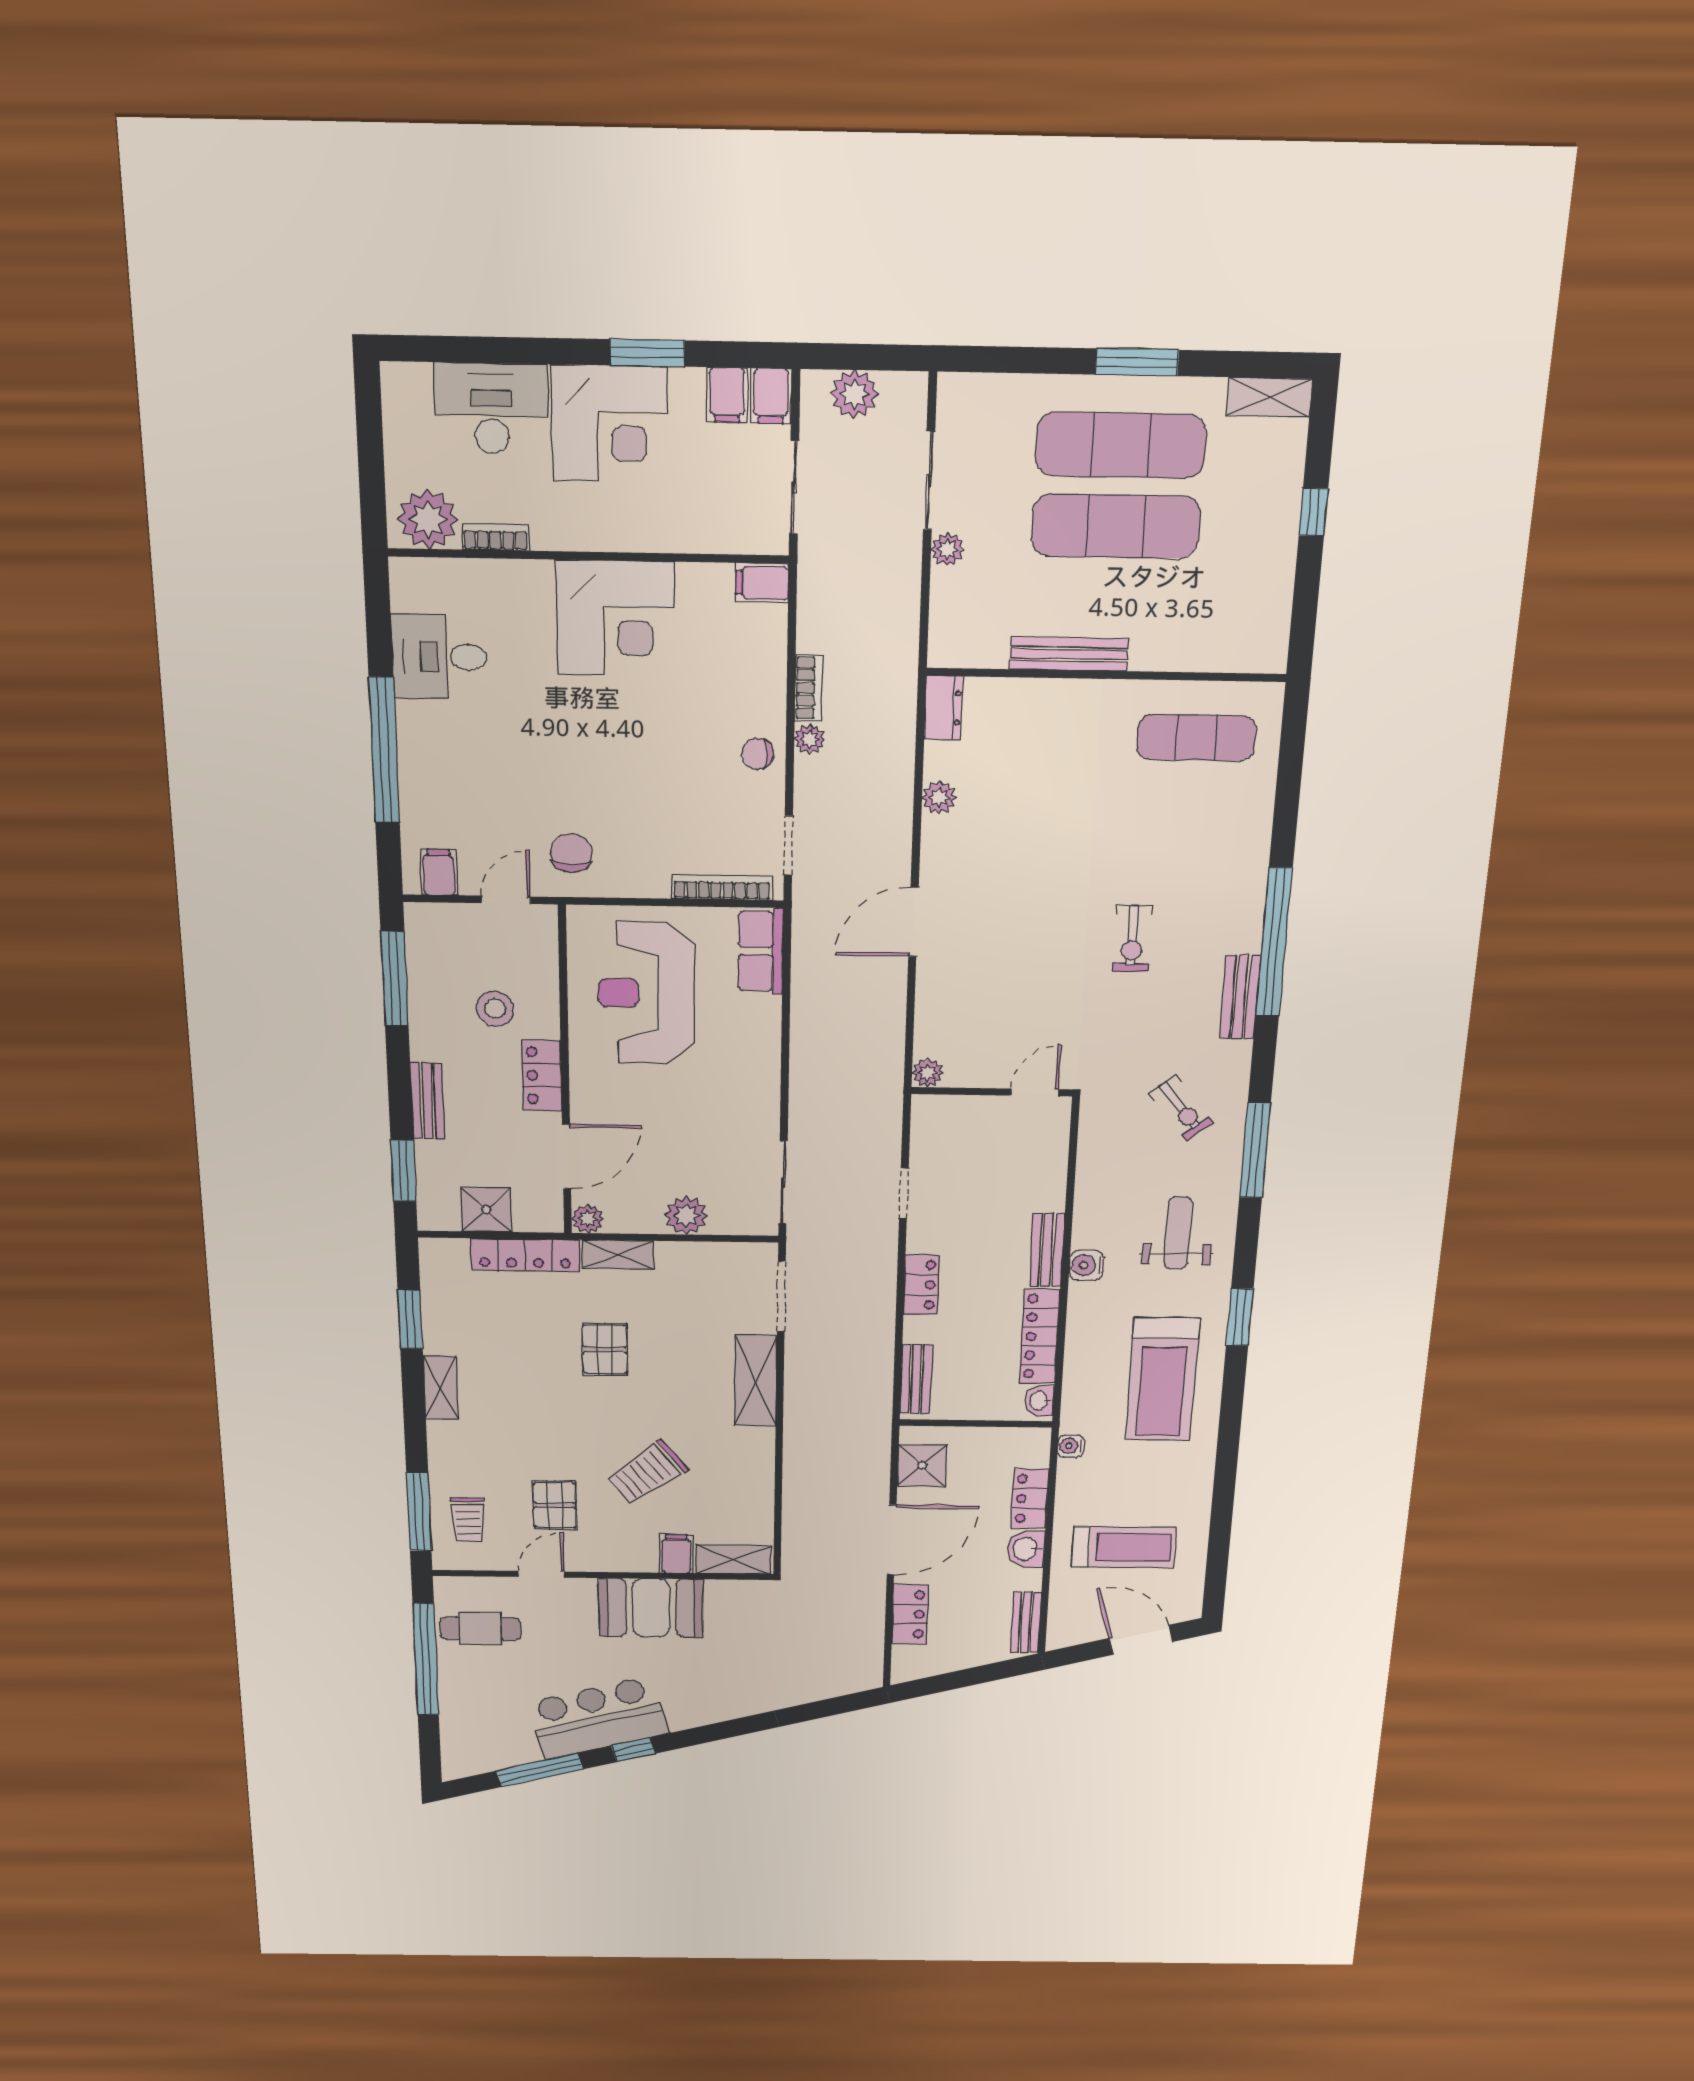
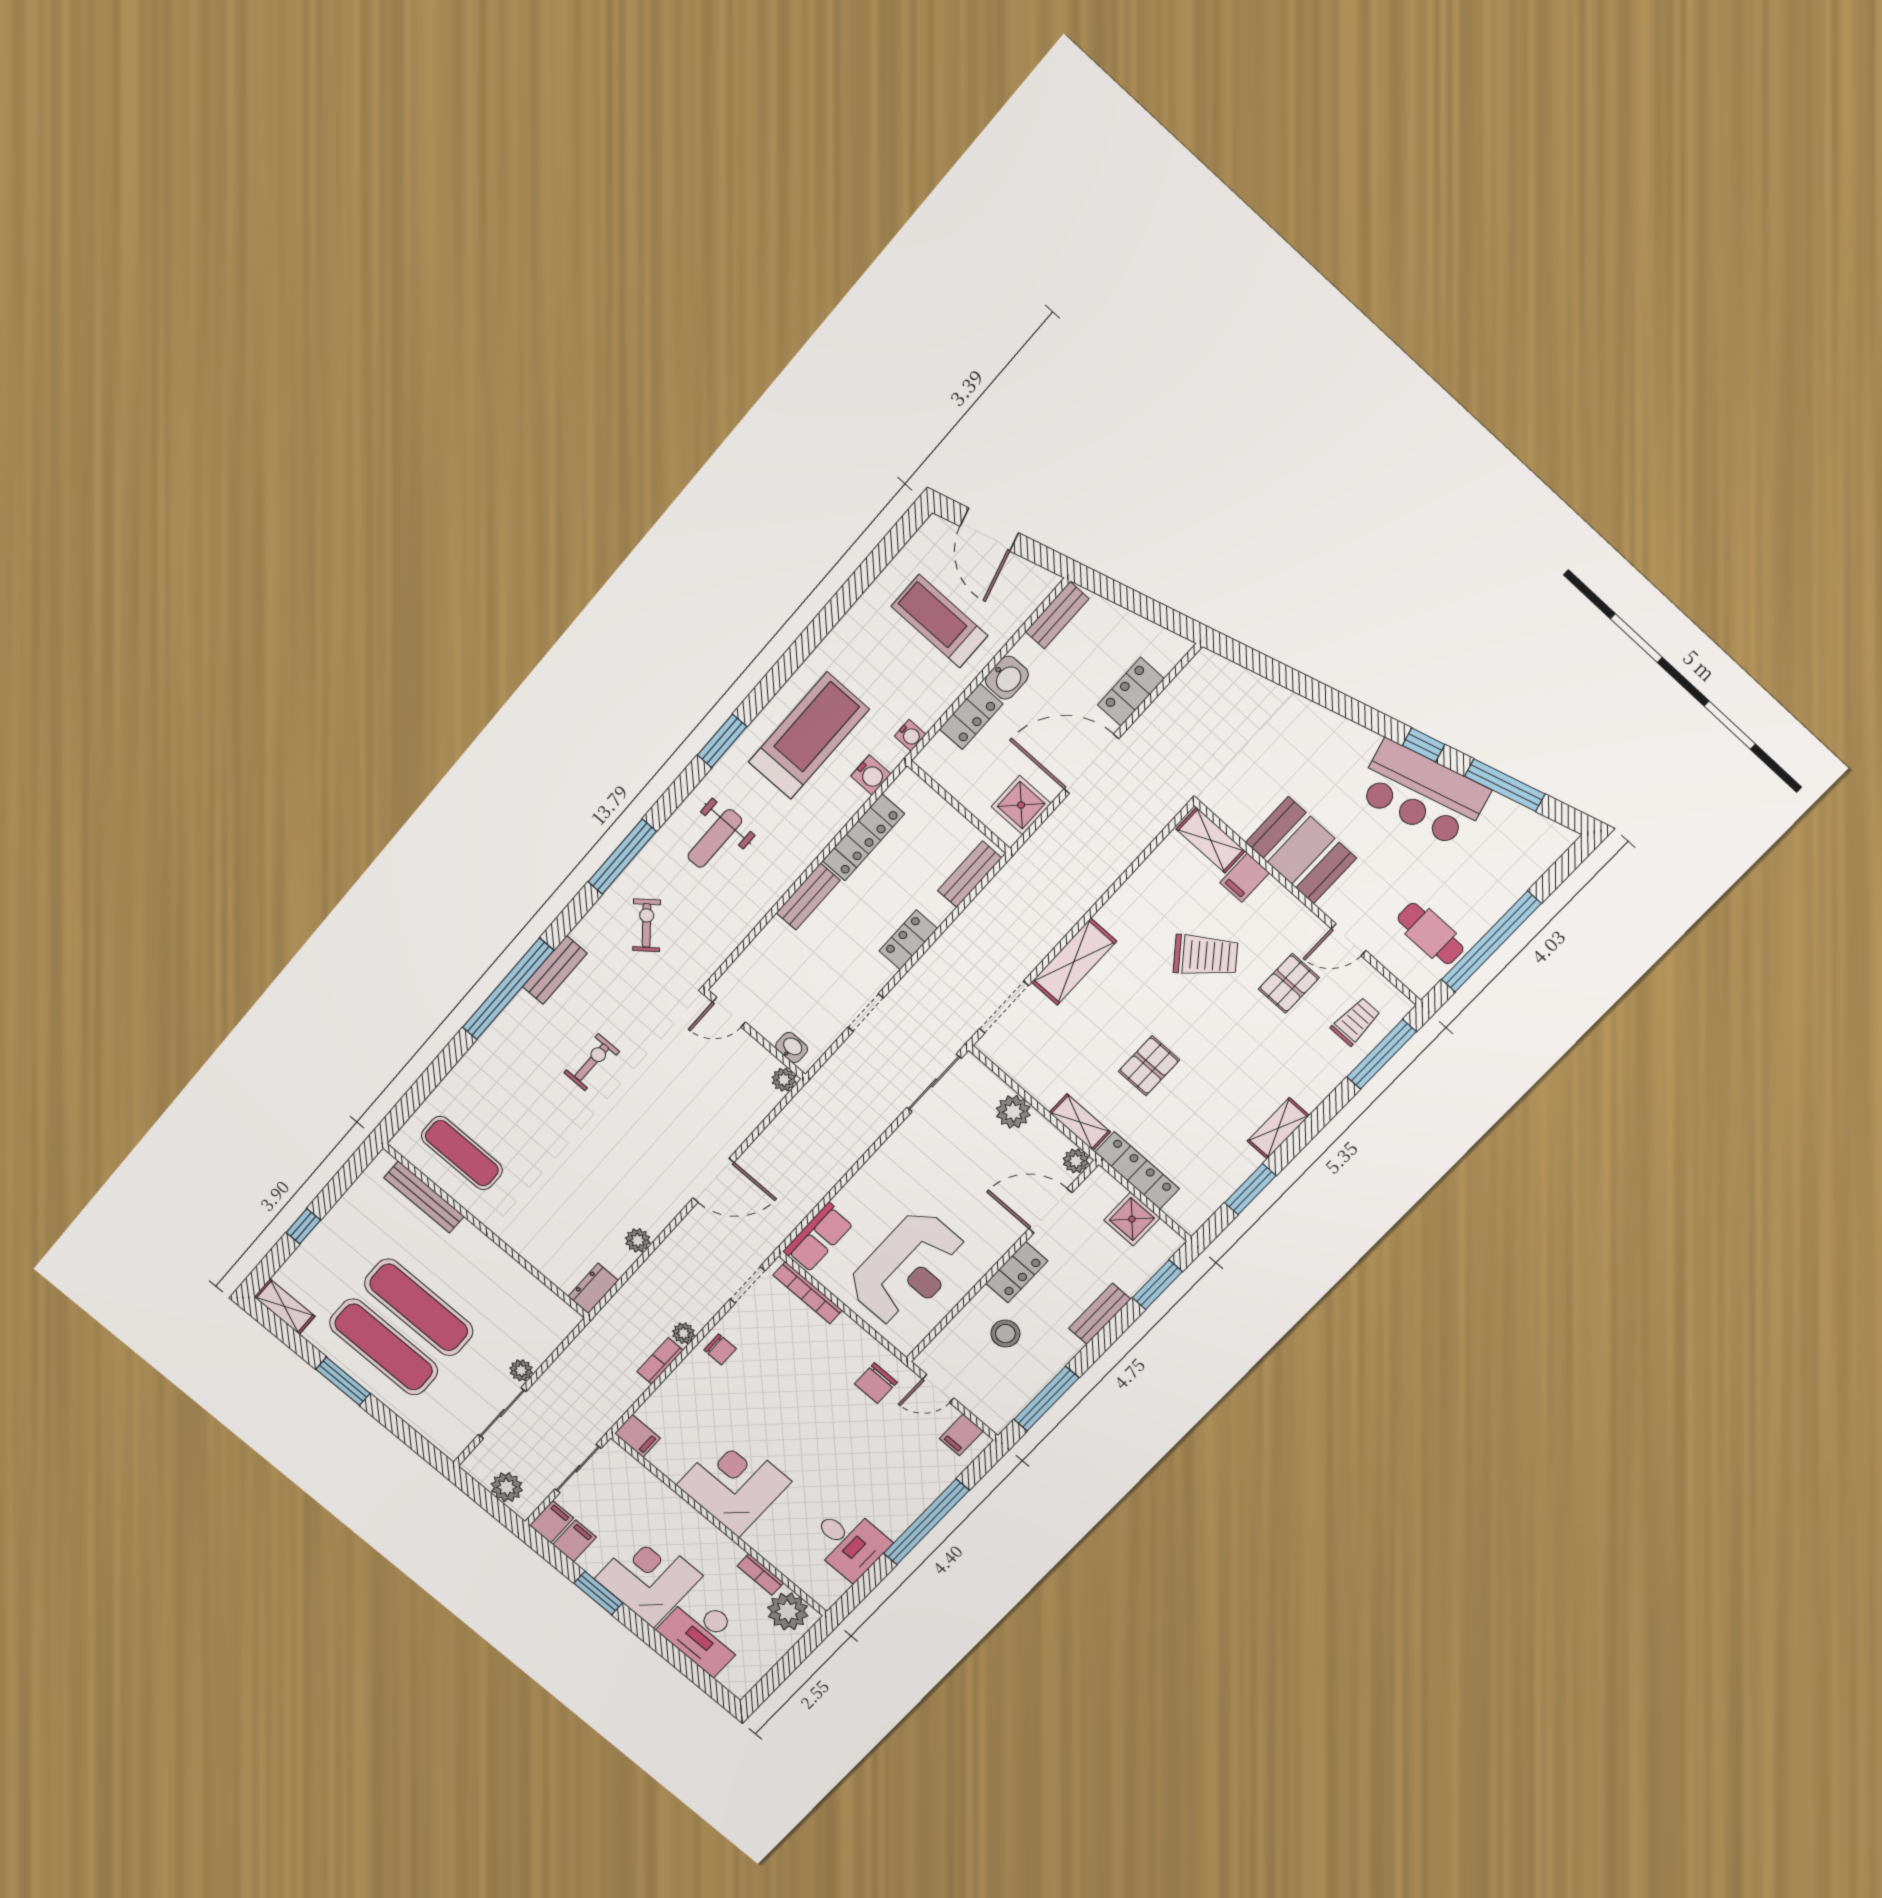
bench: (1069, 654) -> (424, 1197), moved
water cooler: (1086, 1265) -> (871, 775), moved
washbasin: (1039, 1401) -> (792, 1048), moved, turned -90

